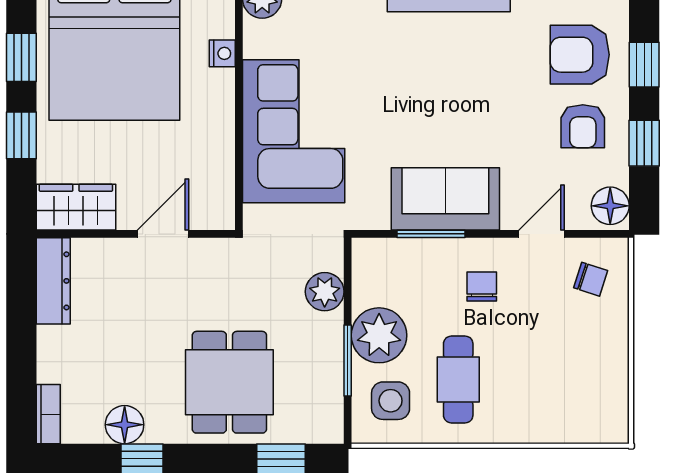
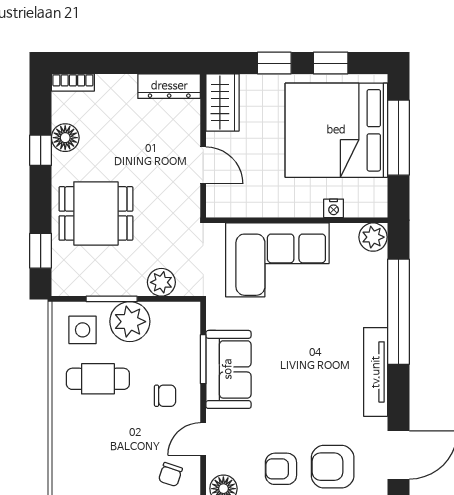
armchair: (580, 55) -> (333, 467), turned -90
door: (542, 234) -> (203, 439), swing flipped

